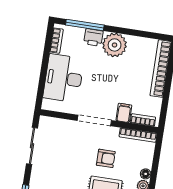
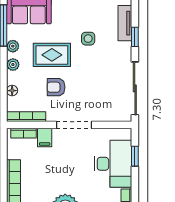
window: (42, 82) -> (135, 156), added
sliding door: (32, 146) -> (135, 88), width x1.37
floor lamp: (146, 174) -> (12, 91), moved

